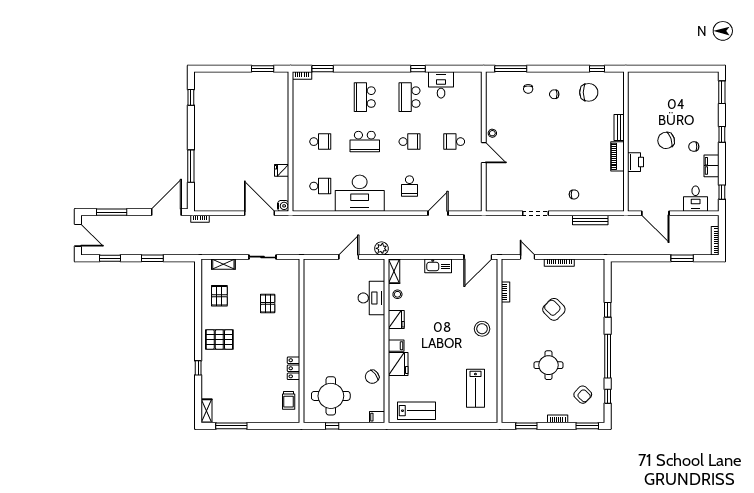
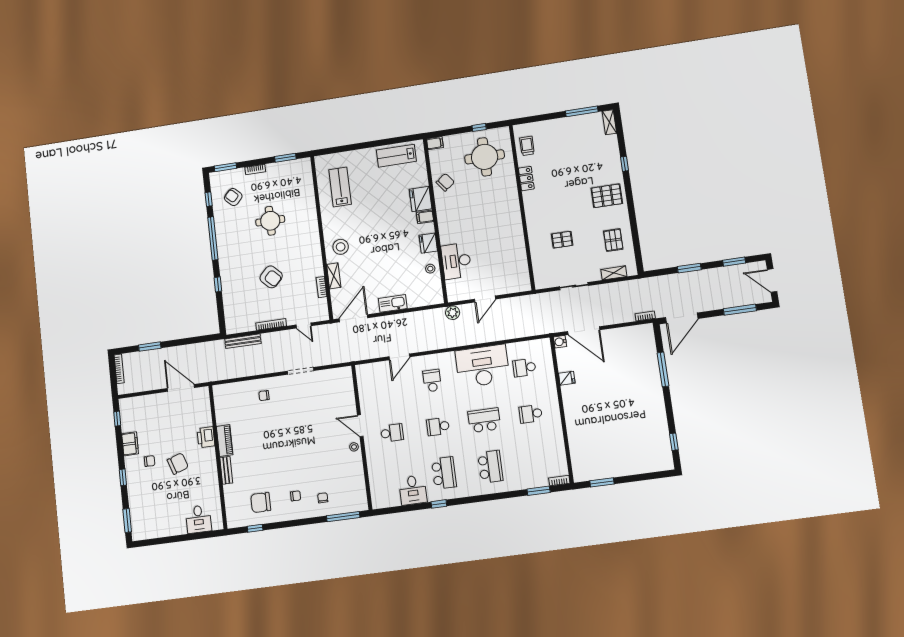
desk: (696, 199) -> (199, 519), moved, turned 180
bench: (590, 220) -> (243, 341), moved
shelving: (394, 271) -> (334, 276), moved
pallet: (268, 303) -> (562, 240), turned 90

